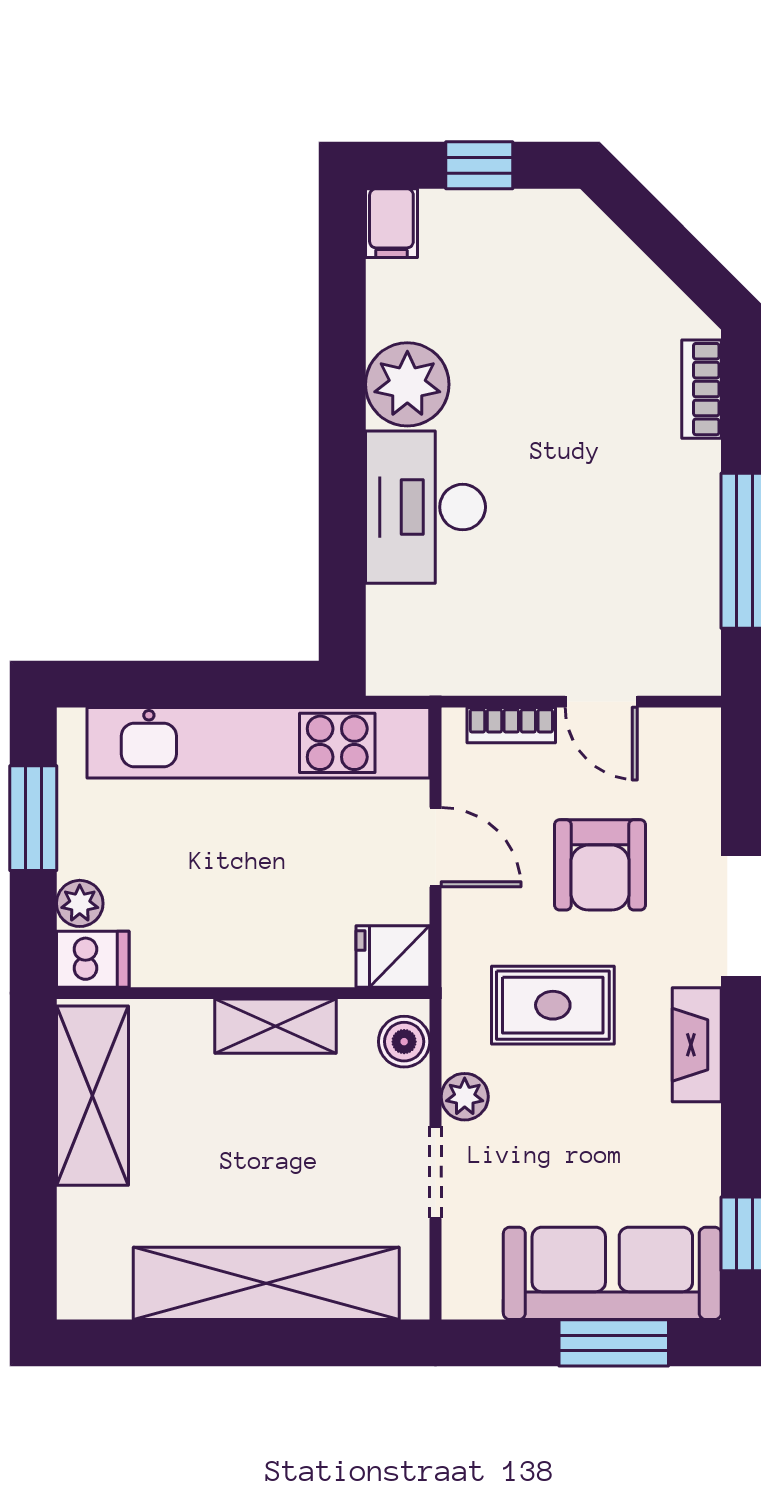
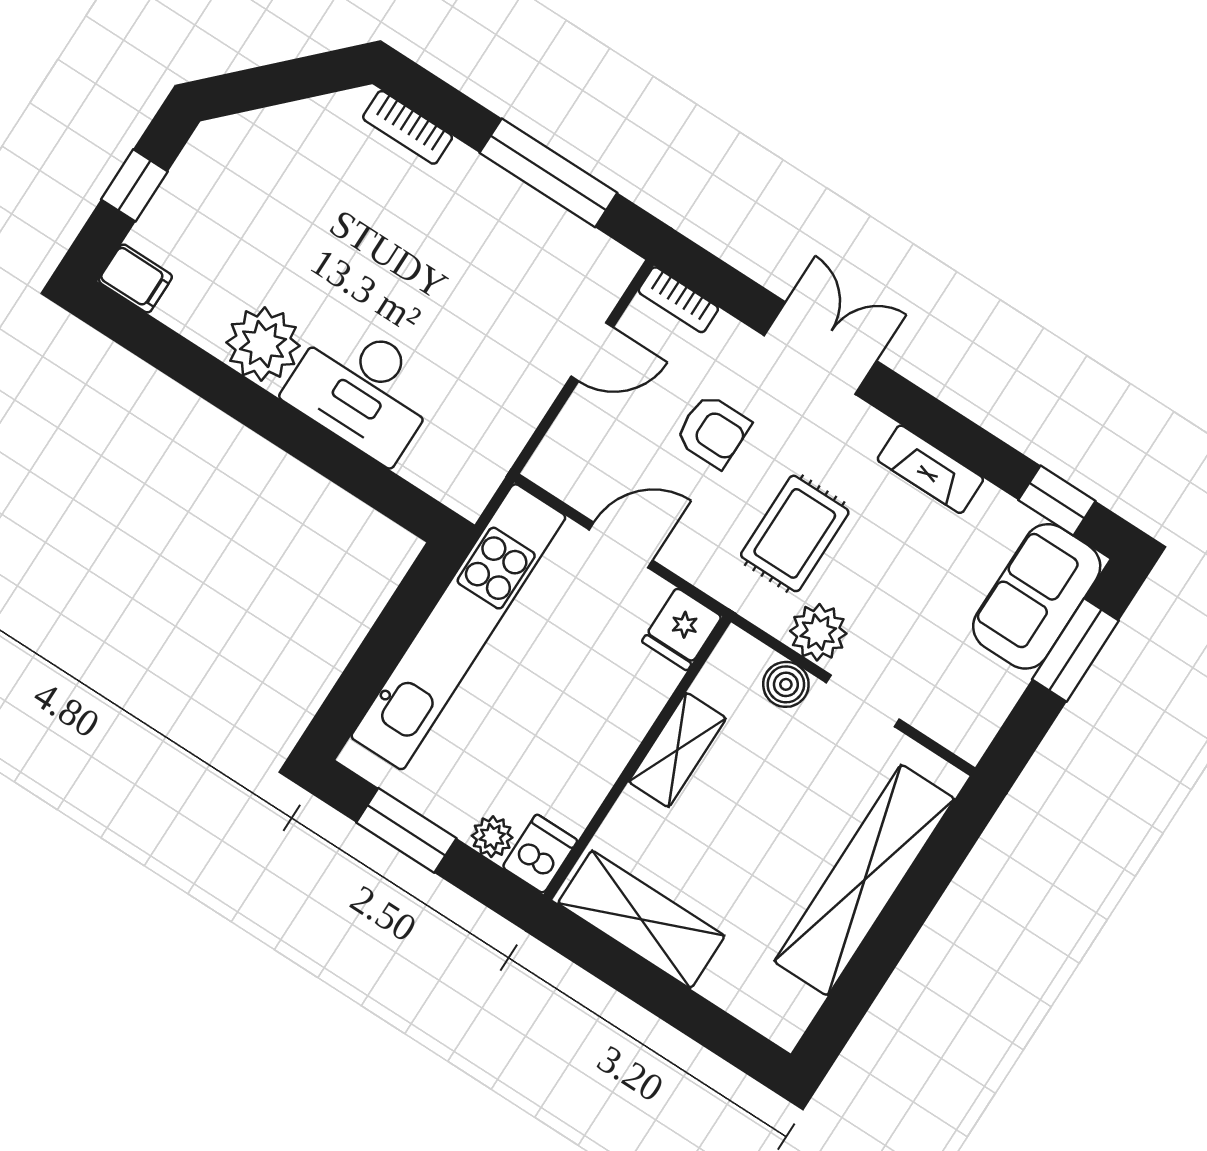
bookcase: (511, 725) -> (678, 300), moved, turned 90
armchair: (600, 865) -> (713, 431), width x0.72, depth x0.72
boiler: (404, 1042) -> (786, 684), moved
fireplace: (697, 1045) -> (930, 469), moved
plant: (465, 1097) -> (818, 632), width x1.38, depth x1.38
sofa: (612, 1273) -> (1037, 596), width x0.73

